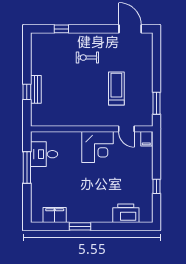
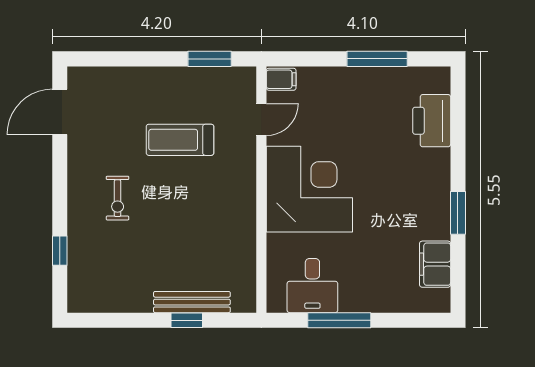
bench: (36, 89) -> (192, 302), width x1.36
corner desk: (98, 147) -> (309, 189), width x1.36, depth x1.36
window: (156, 186) -> (377, 59), width x2.17

